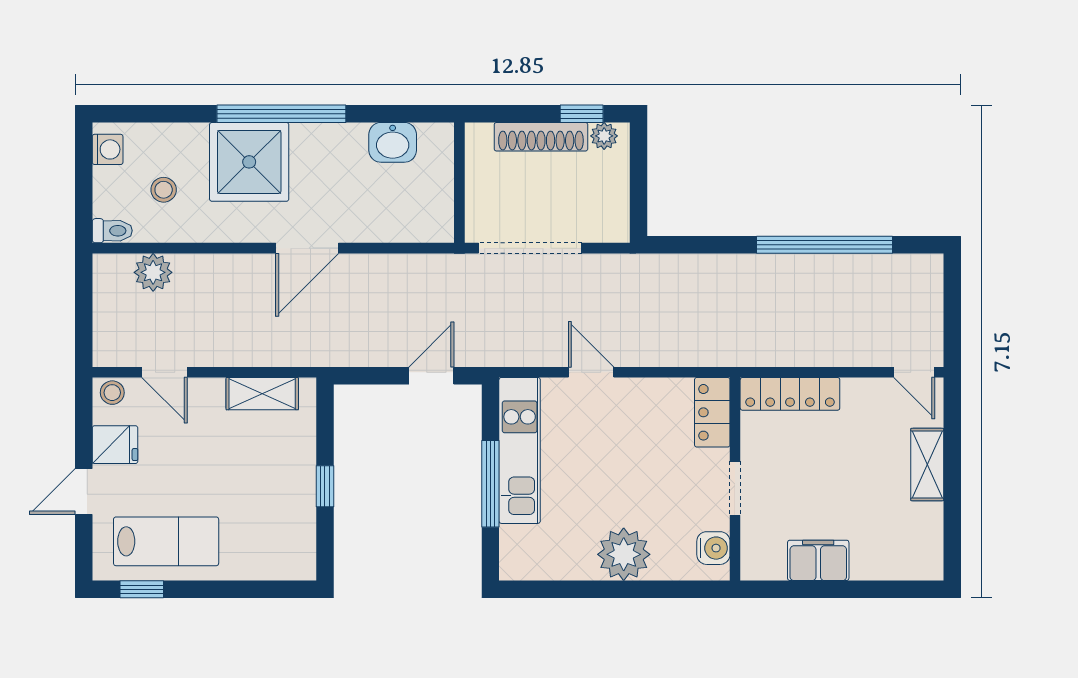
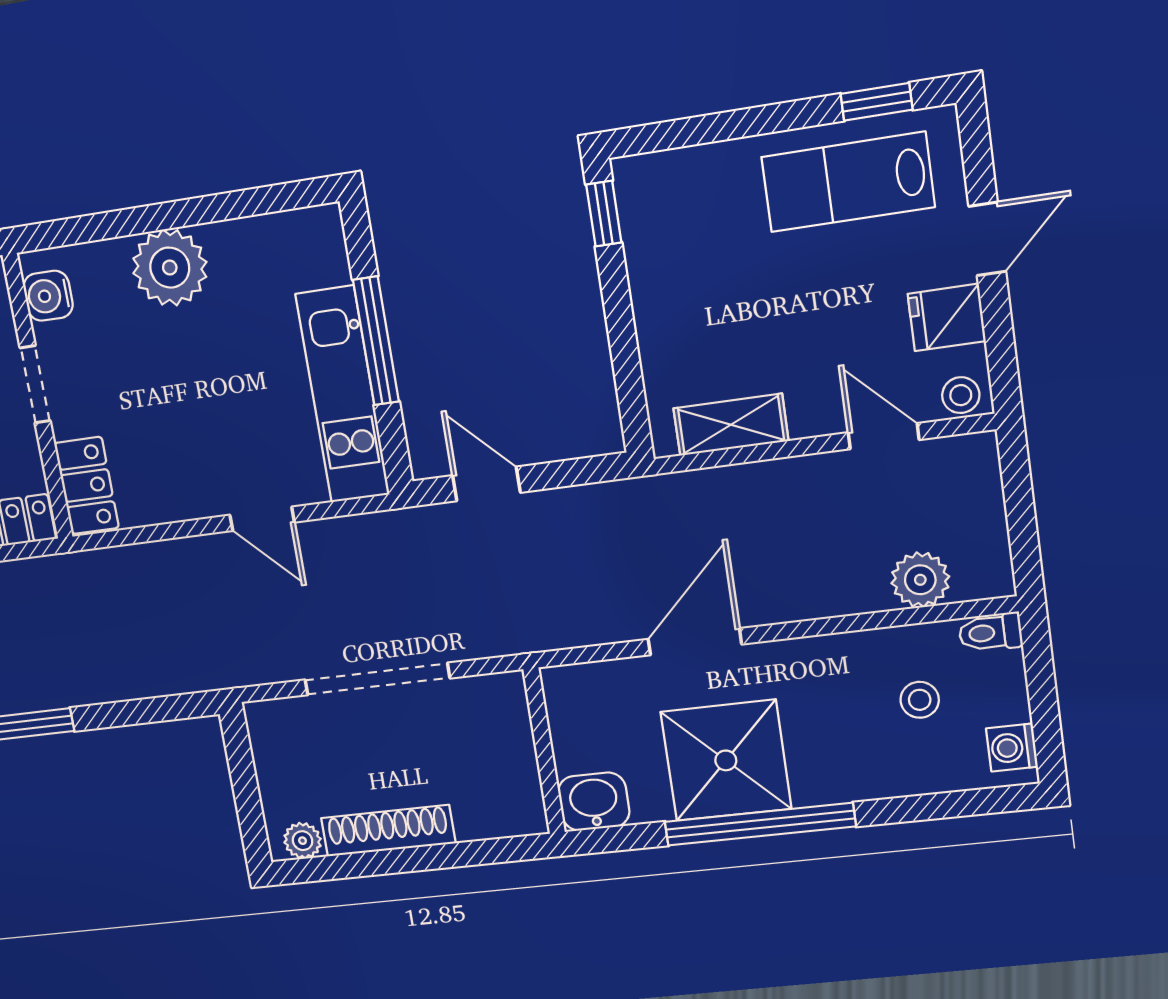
window: (582, 114) -> (338, 867), removed
shower: (249, 162) -> (726, 760), moved
wall: (459, 183) -> (544, 751), moved
door: (431, 376) -> (486, 484), swing flipped
window: (325, 486) -> (604, 214), moved

